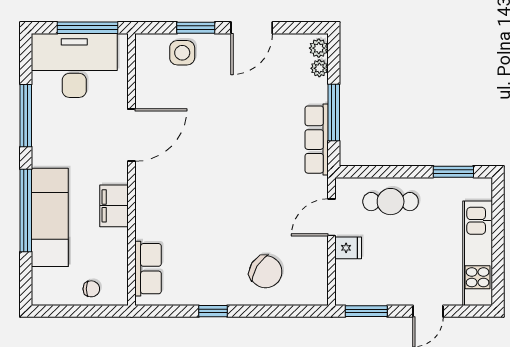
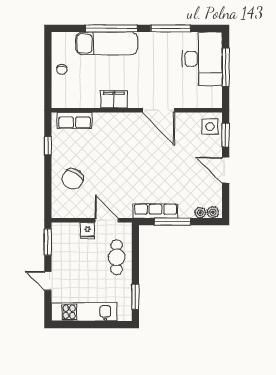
door: (131, 135) -> (158, 110), moved
wall: (131, 169) -> (137, 110), moved
filing cabinet: (114, 206) -> (114, 99), moved
row of seats: (148, 269) -> (74, 121), moved

